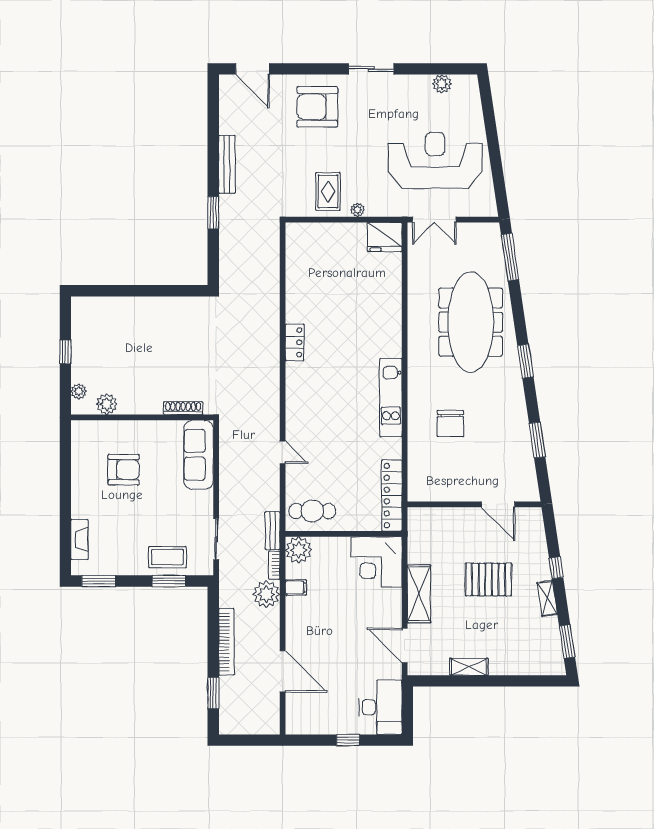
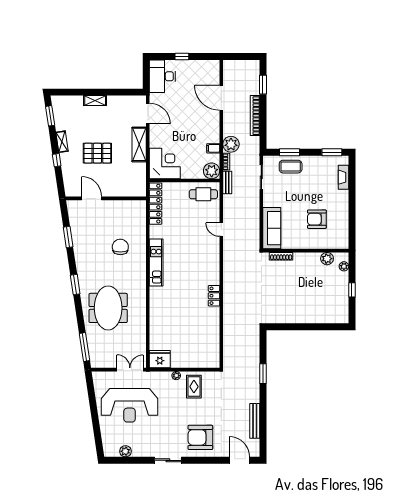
armchair: (317, 107) -> (200, 437), turned 180
bench: (227, 164) -> (255, 421), moved
meeting table: (471, 322) -> (108, 308), width x0.73
shelving: (469, 667) -> (95, 101), moved

